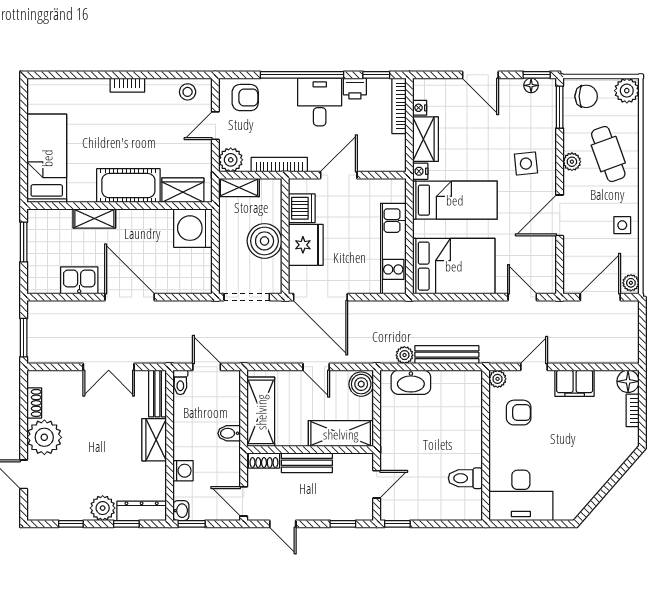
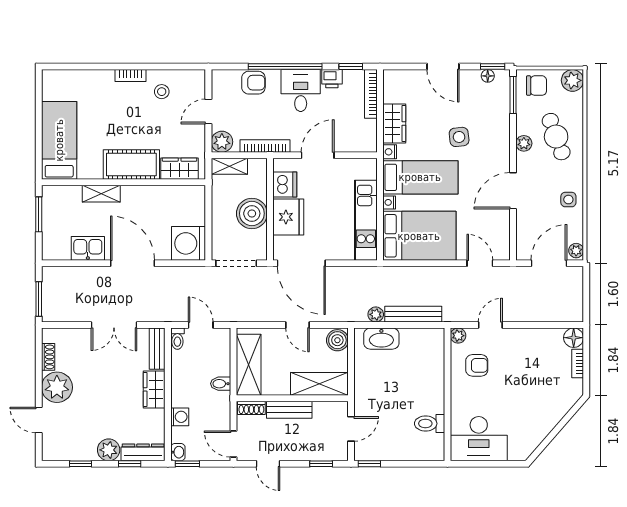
stool: (188, 92) -> (162, 92), moved
armchair: (245, 98) -> (253, 83), moved
nightstand: (420, 108) -> (389, 202), moved
side table: (526, 164) -> (459, 137), moved
washing machine: (193, 228) -> (189, 243), moved
filing cabinet: (575, 383) -> (526, 339), removed

